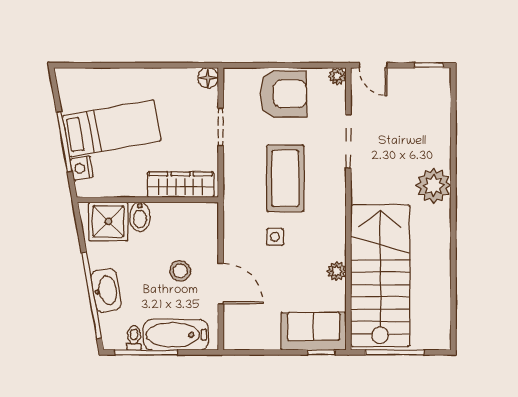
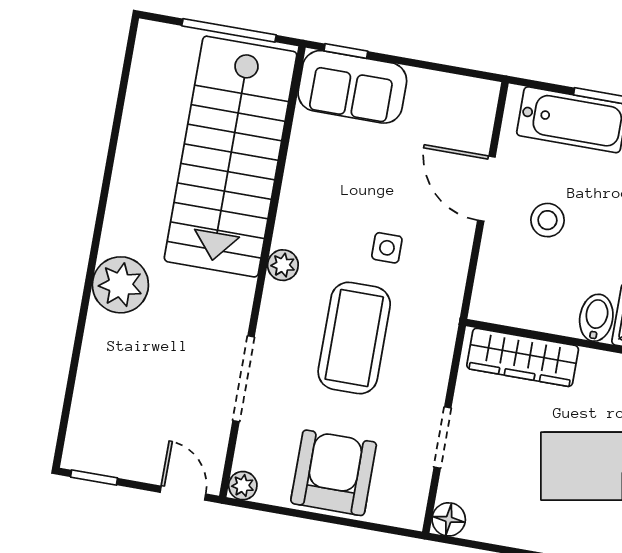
armchair: (283, 94) -> (334, 473), turned 90
plant: (337, 271) -> (283, 265), moved

